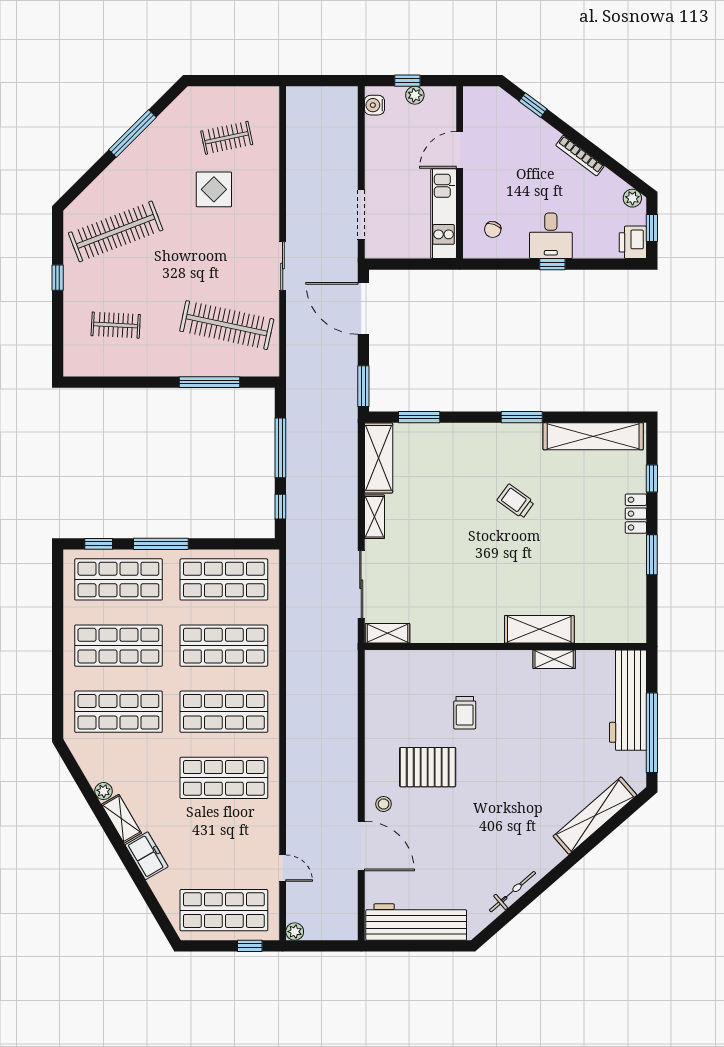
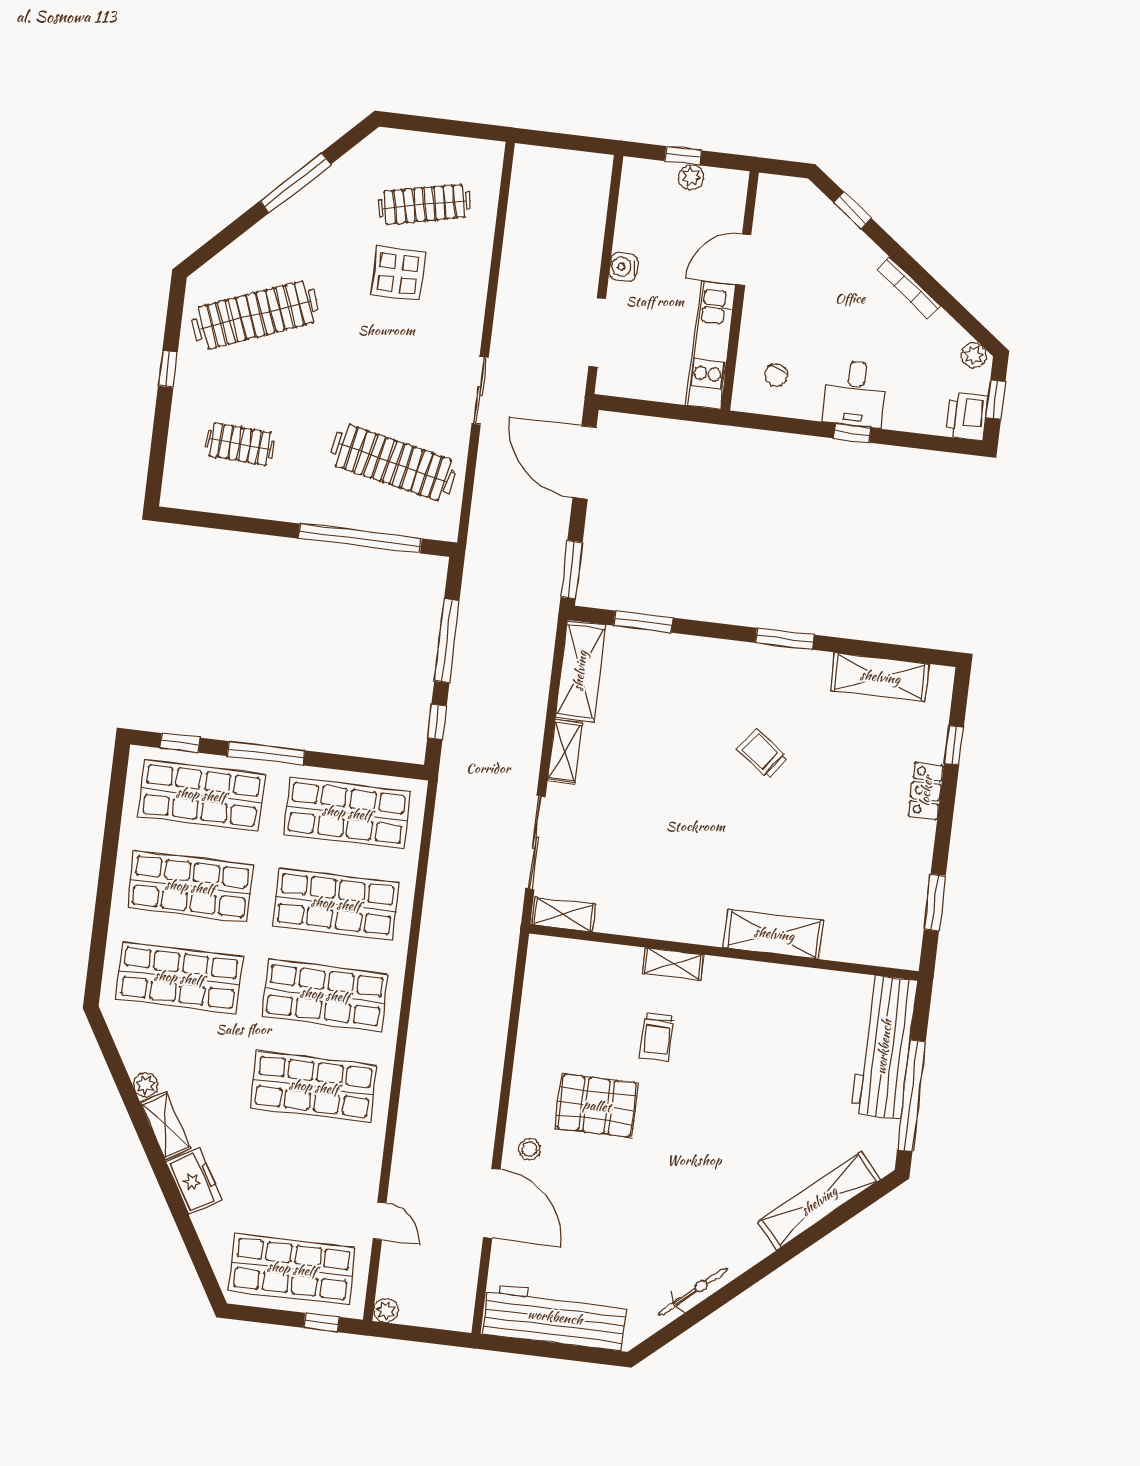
water cooler: (374, 105) -> (624, 267), moved
clothes rail: (227, 138) -> (424, 204), width x1.36
window: (209, 382) -> (360, 538), width x1.46
shelving: (593, 436) -> (880, 677), width x0.68
window: (652, 555) -> (935, 903), moved
shelving: (554, 659) -> (673, 964), moved

